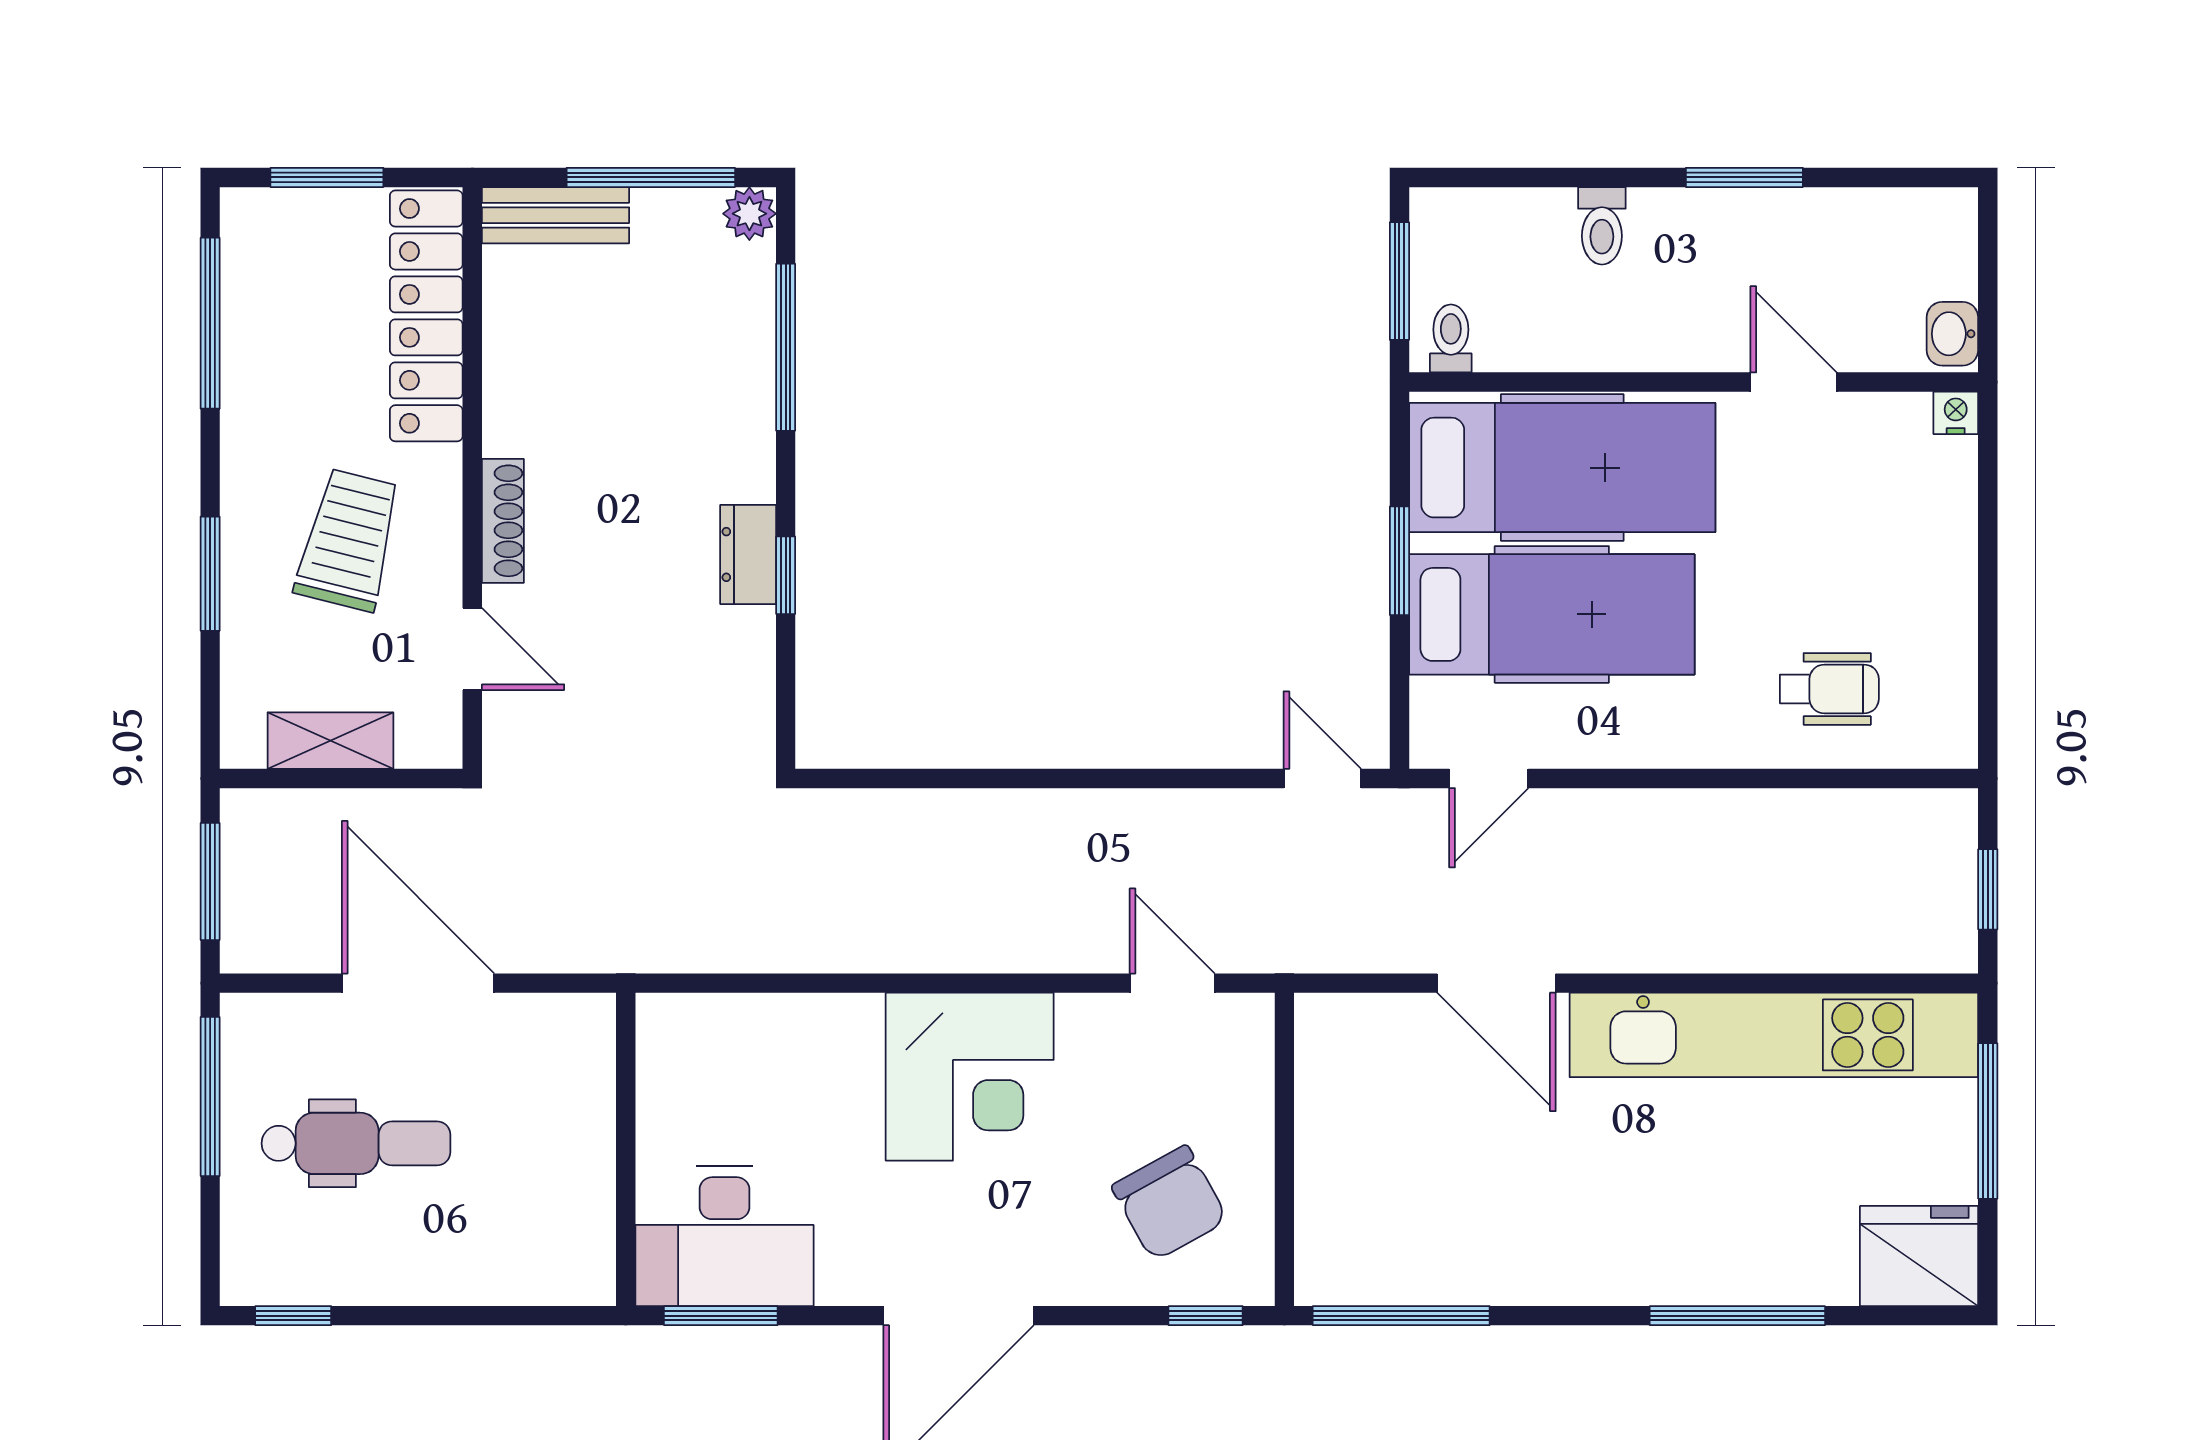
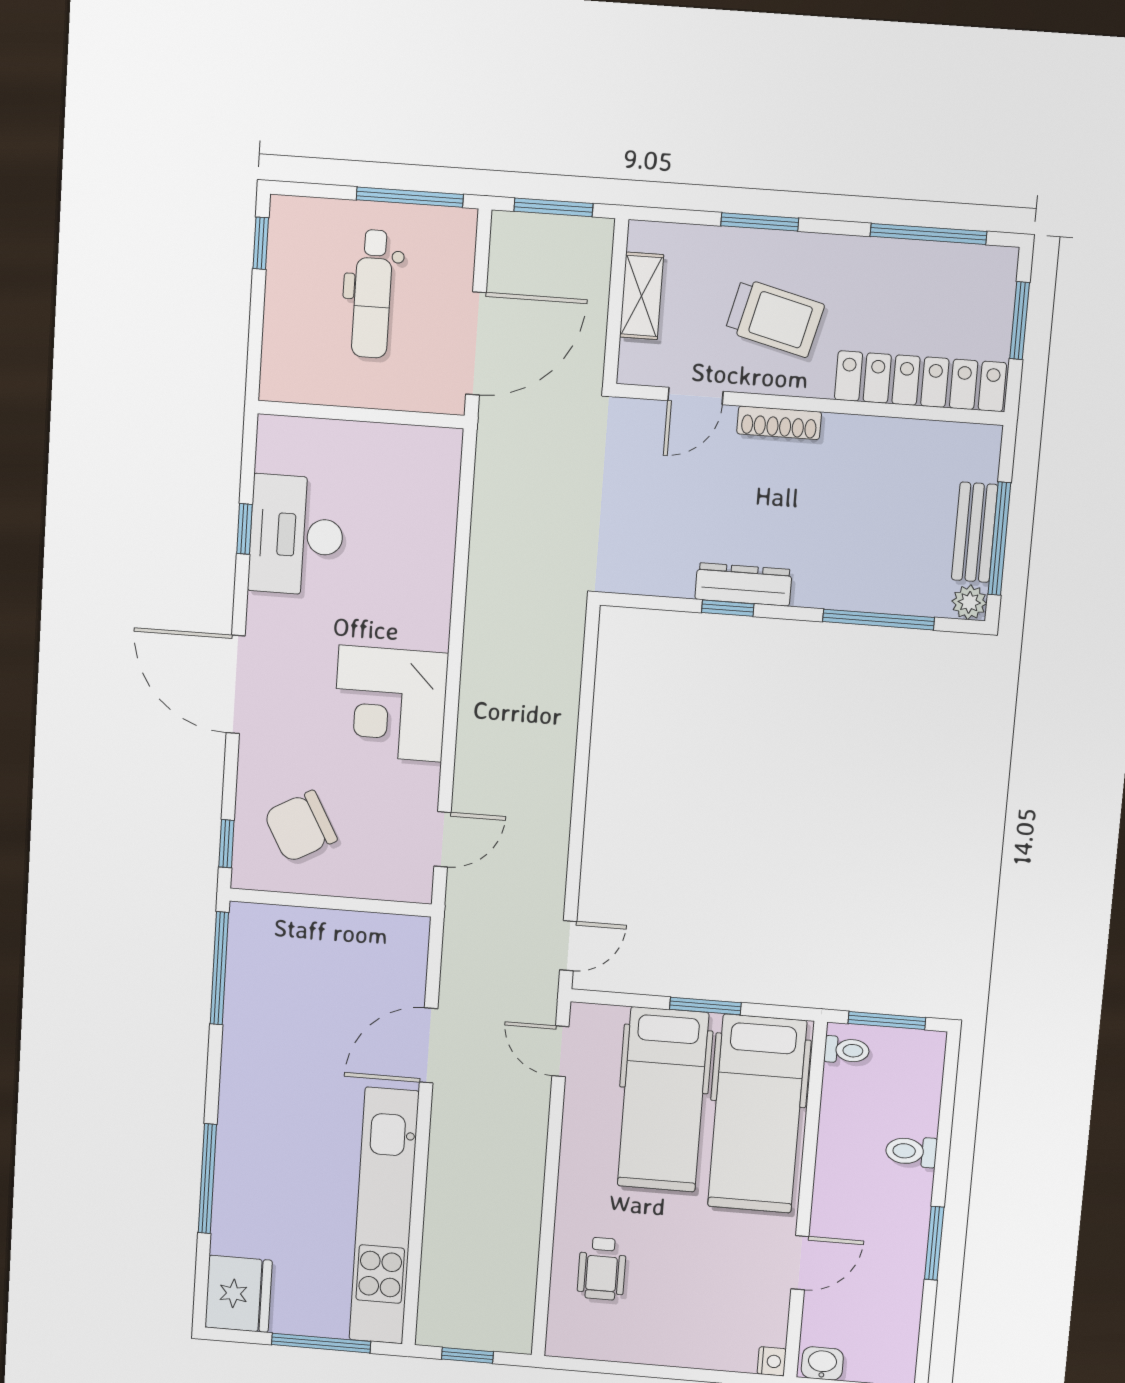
bench: (556, 215) -> (975, 532), moved
dresser: (748, 554) -> (743, 584), width x1.44
wall: (626, 1149) -> (361, 415), moved
window: (721, 1316) -> (244, 529), width x0.67

